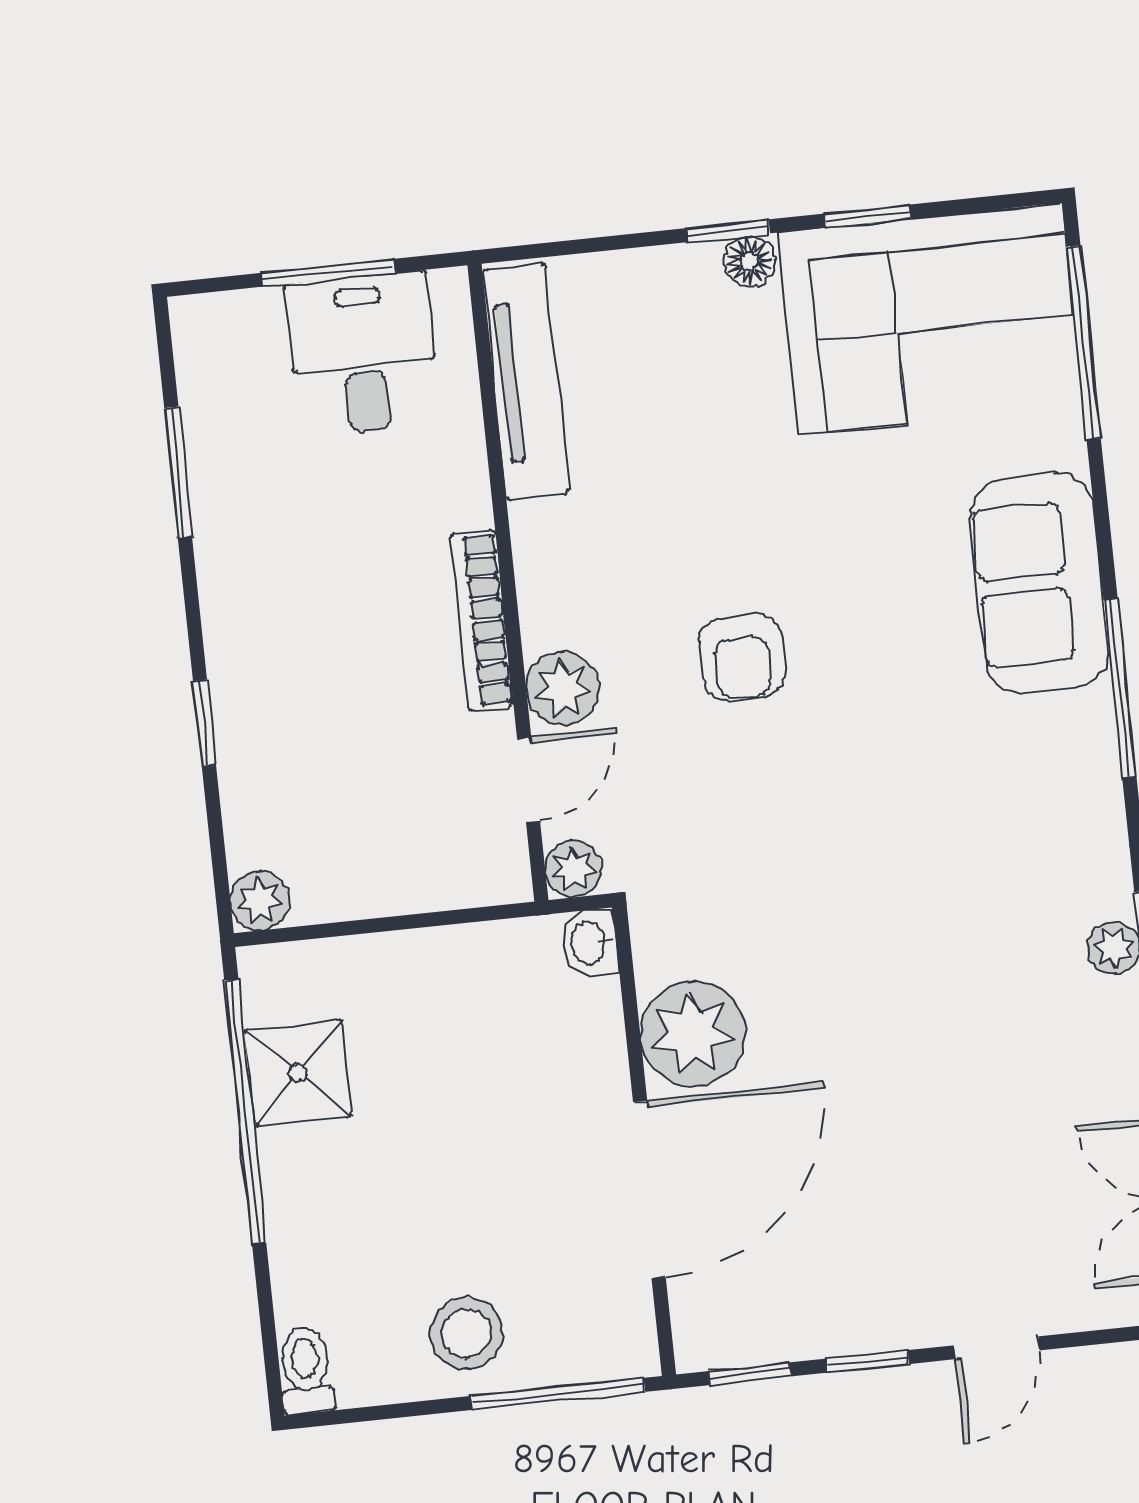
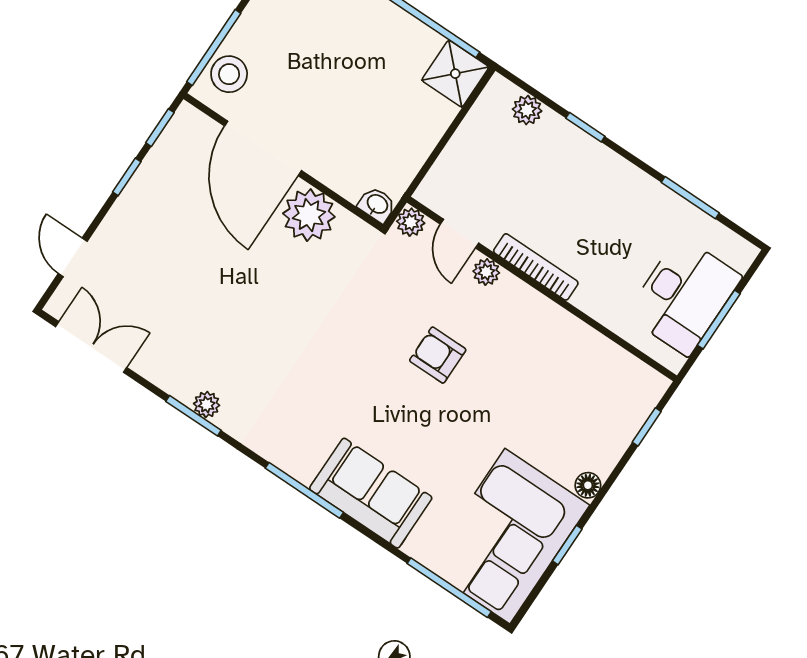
window: (728, 231) -> (647, 427), moved
desk: (363, 354) -> (684, 296), width x1.37
tv unit: (525, 381) -> (614, 361), removed
plant: (563, 688) -> (486, 272), width x0.73, depth x0.73
plant: (260, 901) -> (527, 110), moved
shower: (298, 1073) -> (455, 74), moved
stool: (466, 1333) -> (229, 74), moved
door: (997, 1348) -> (73, 257), moved

